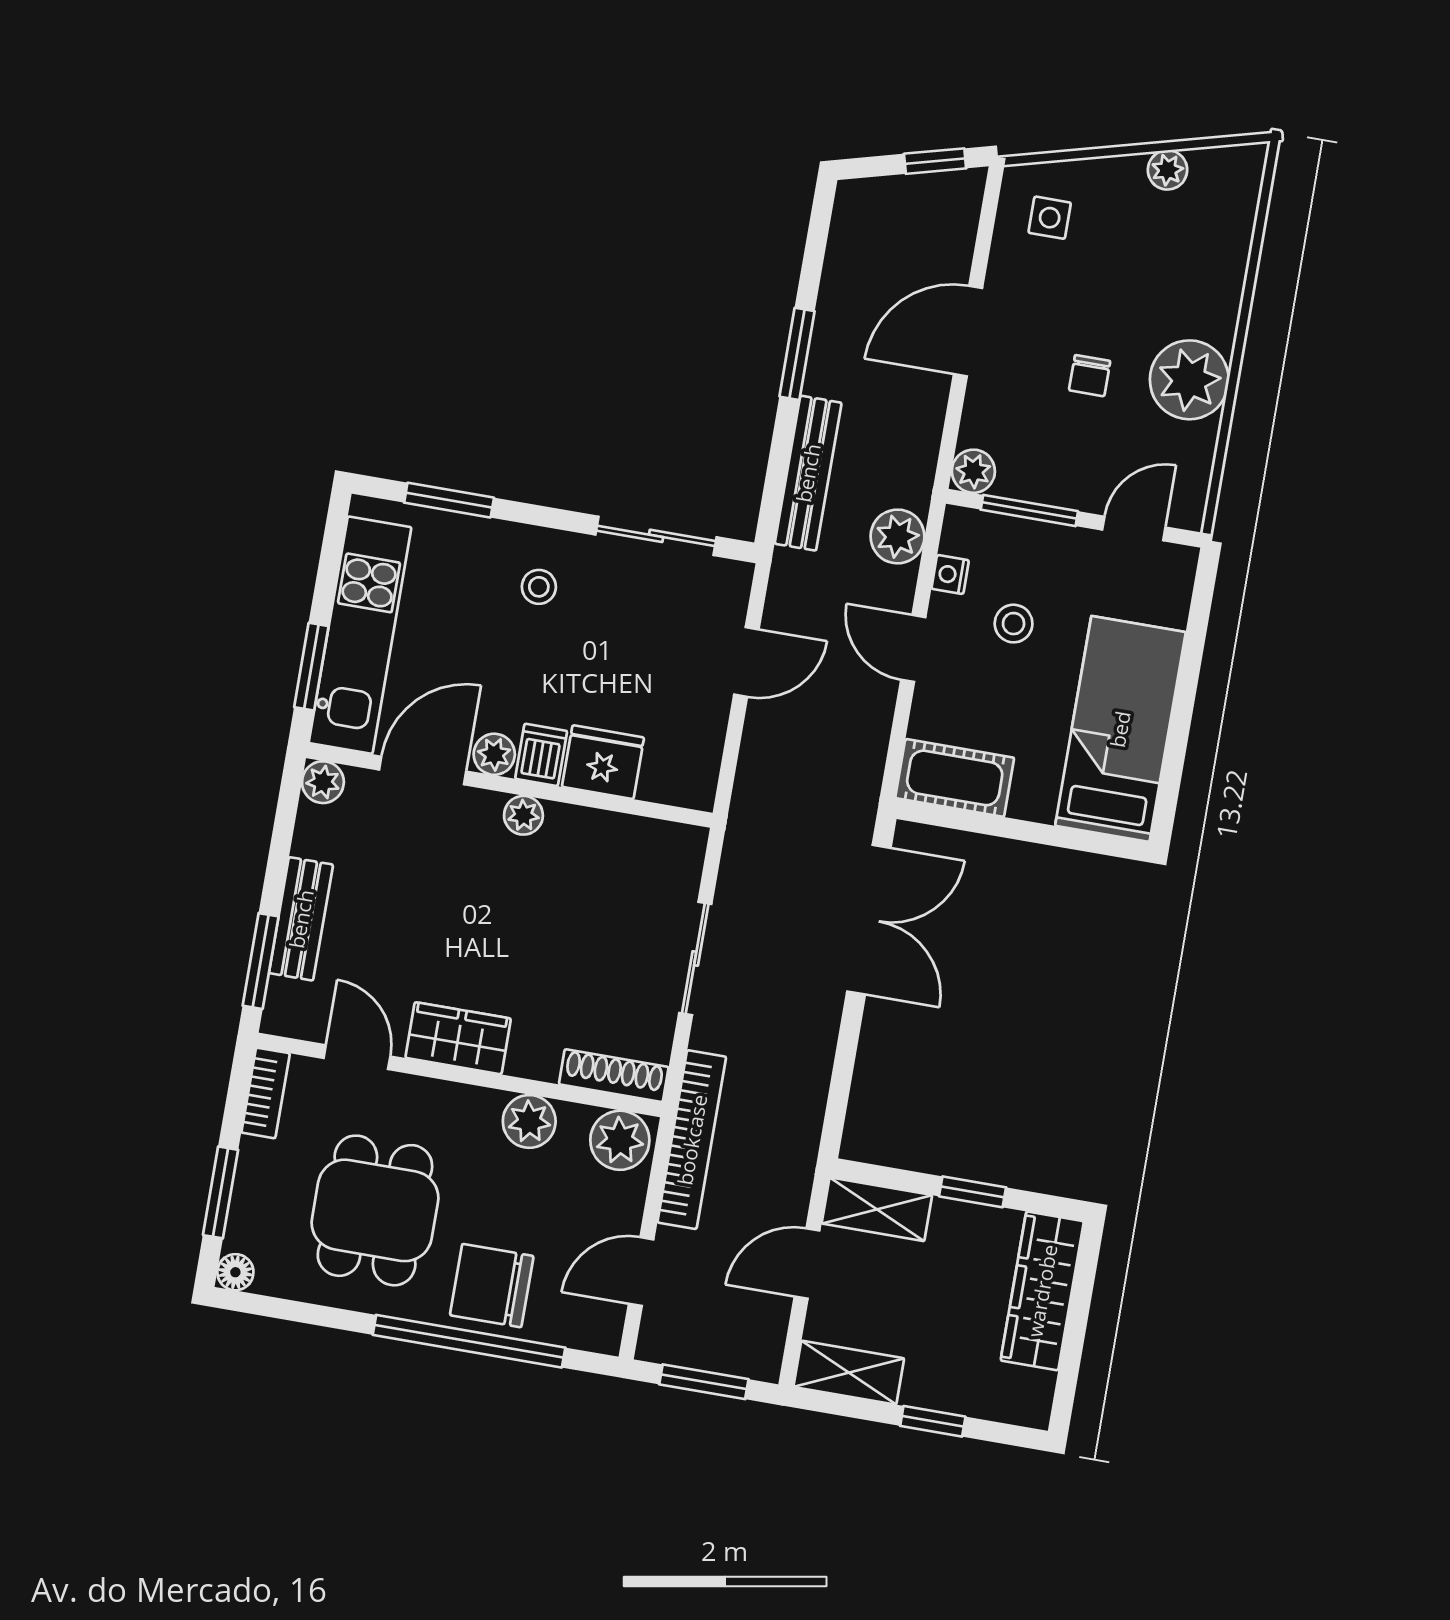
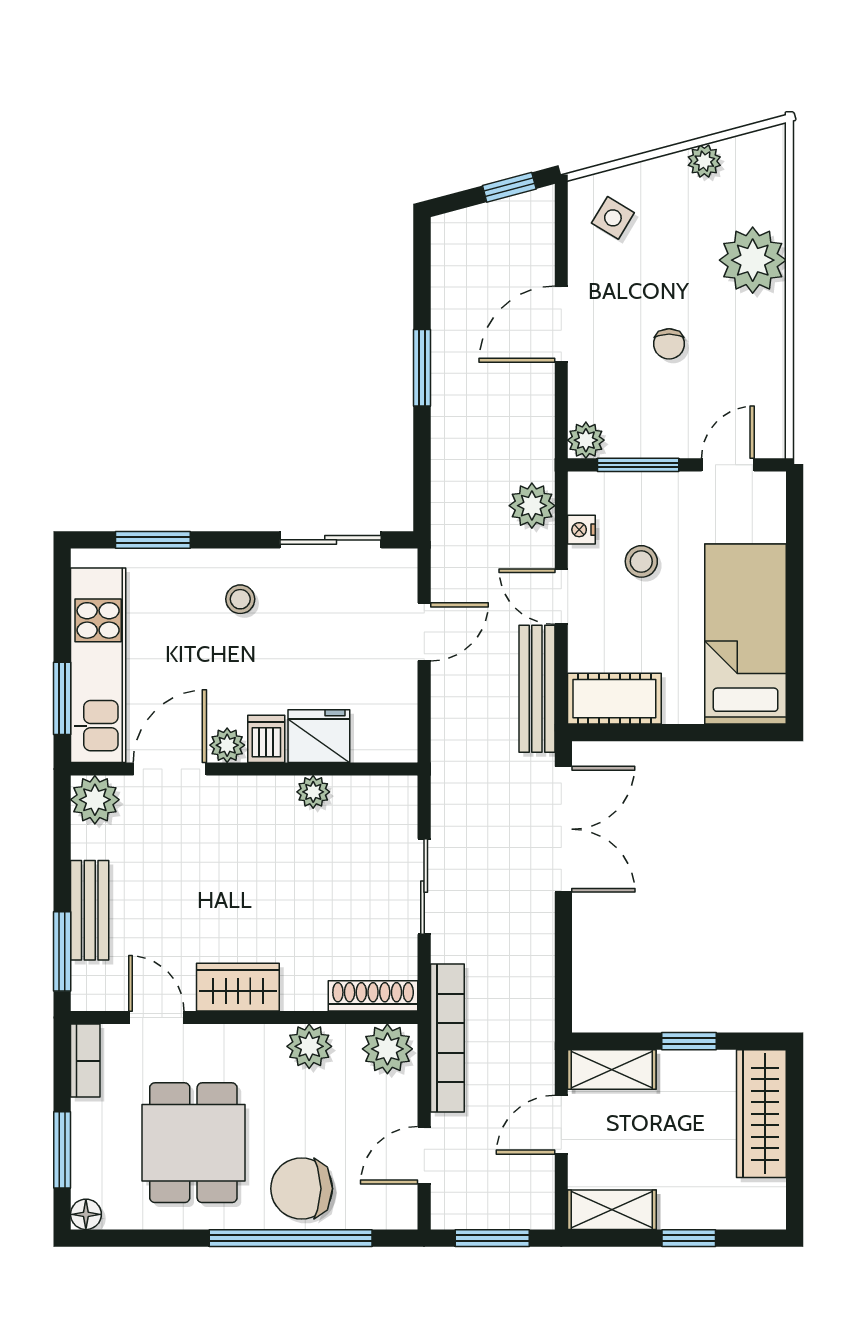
side table: (1050, 218) -> (613, 218), turned 31
plant: (1189, 380) -> (753, 260), moved
bench: (808, 473) -> (537, 689), moved
plant: (323, 782) -> (95, 800), width x1.38, depth x1.38
plant: (523, 815) -> (313, 792), moved

